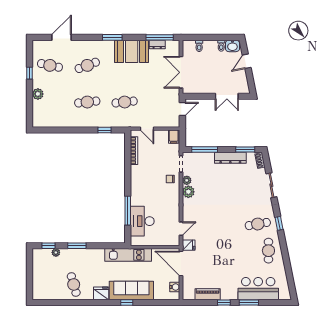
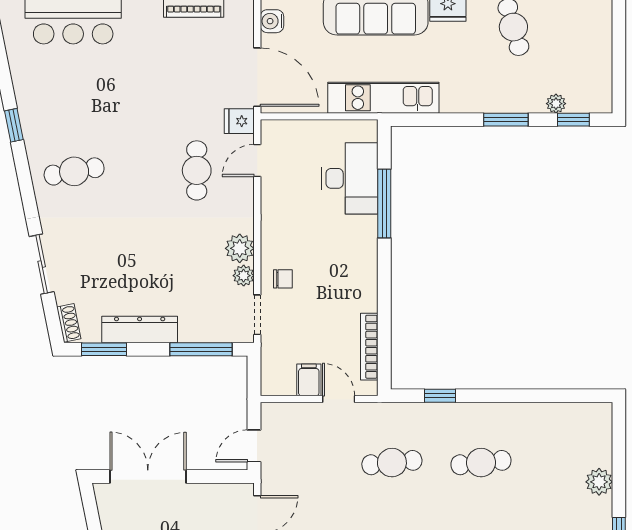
double door: (227, 96) -> (148, 476), width x1.37
filing cabinet: (174, 137) -> (309, 380), moved
window: (279, 223) -> (14, 125), moved
cafe table: (268, 251) -> (197, 170), moved

